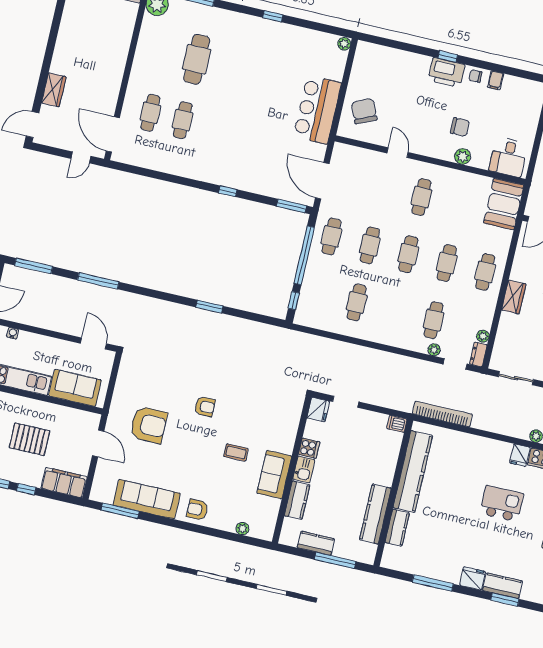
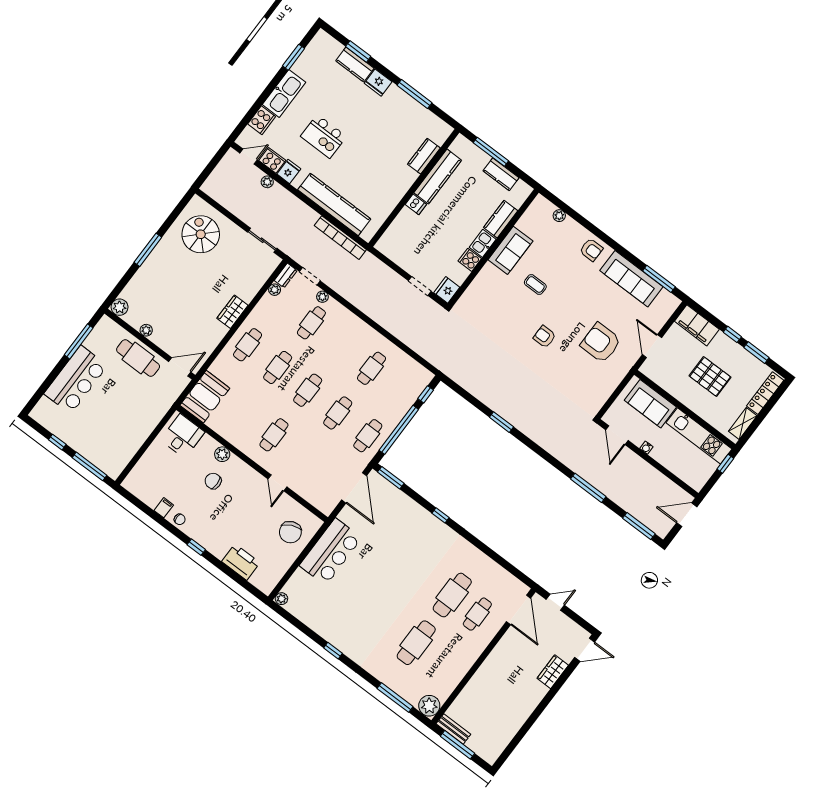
printer: (447, 72) -> (241, 562), moved
cafe table: (183, 120) -> (452, 595), width x1.37, depth x1.35
water cooler: (13, 333) -> (646, 448), moved
dishwasher: (397, 424) -> (416, 204), moved
kitchen counter: (413, 472) -> (334, 204), moved, turned 90

